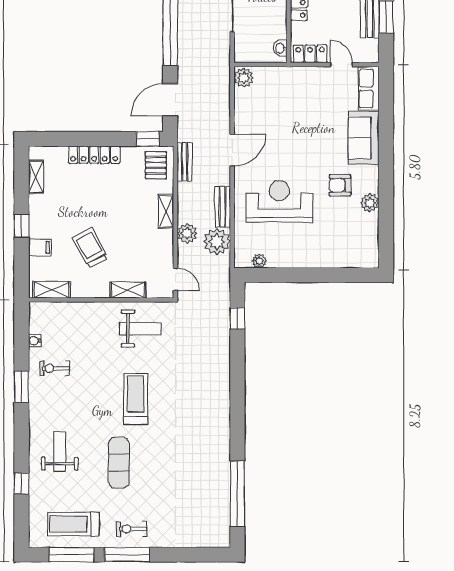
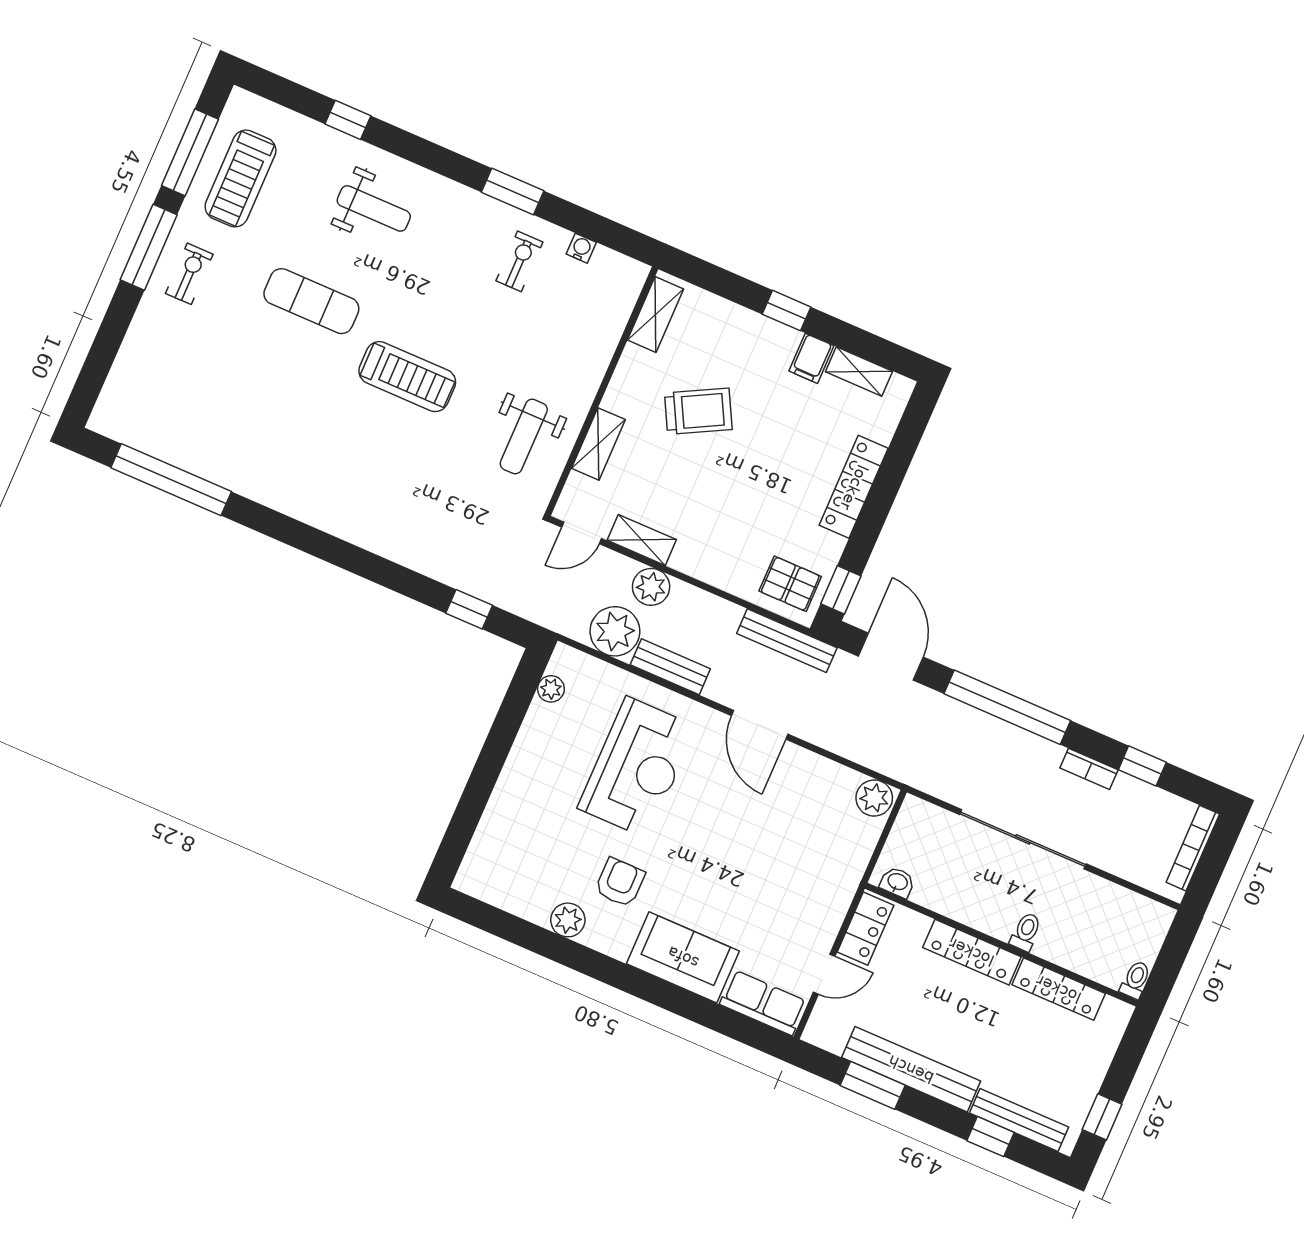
bench: (185, 162) -> (787, 641), width x1.36
shelving: (166, 211) -> (642, 540), moved
filing cabinet: (40, 247) -> (811, 358), moved
treadmill: (74, 524) -> (241, 178), turned 180

